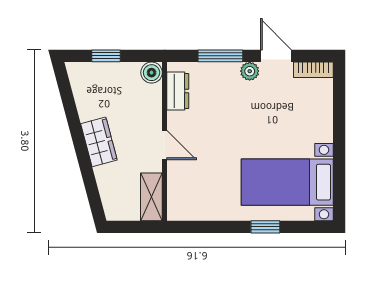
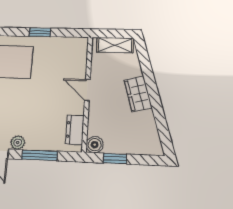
window: (106, 56) -> (115, 159), moved
shelving: (151, 197) -> (115, 45), moved, turned 90
window: (265, 227) -> (40, 32), moved

